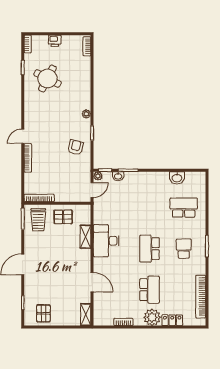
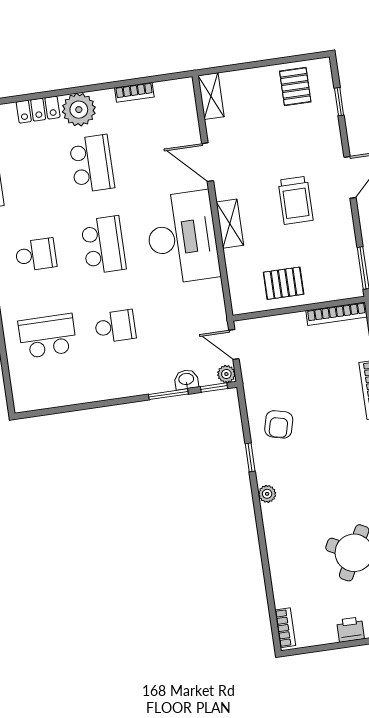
washbasin: (177, 178) -> (69, 393), removed
door: (92, 190) -> (234, 345), hinge flipped
school desk: (150, 208) -> (115, 326), added
school desk: (184, 208) -> (48, 336), turned 180
trolley: (38, 220) -> (295, 200), moved, turned 180
shelving: (85, 237) -> (230, 224), moved
desk: (106, 241) -> (182, 237), width x1.36, depth x1.30
school desk: (184, 249) -> (36, 255), turned -90
school desk: (150, 290) -> (92, 164), turned 180

